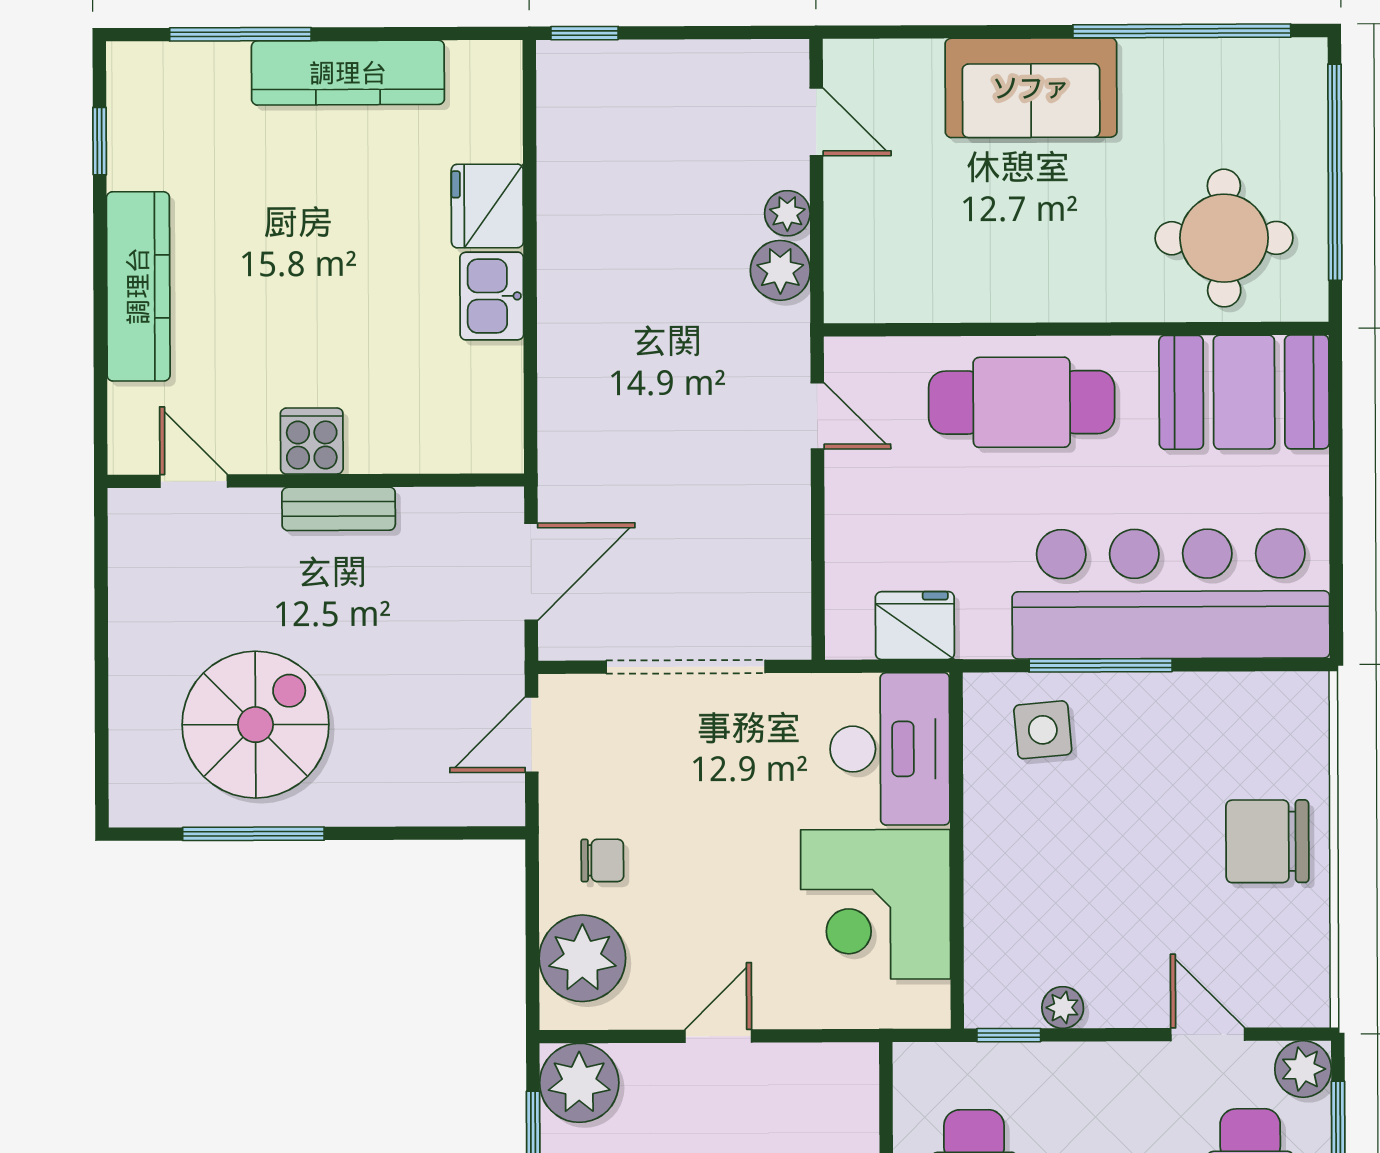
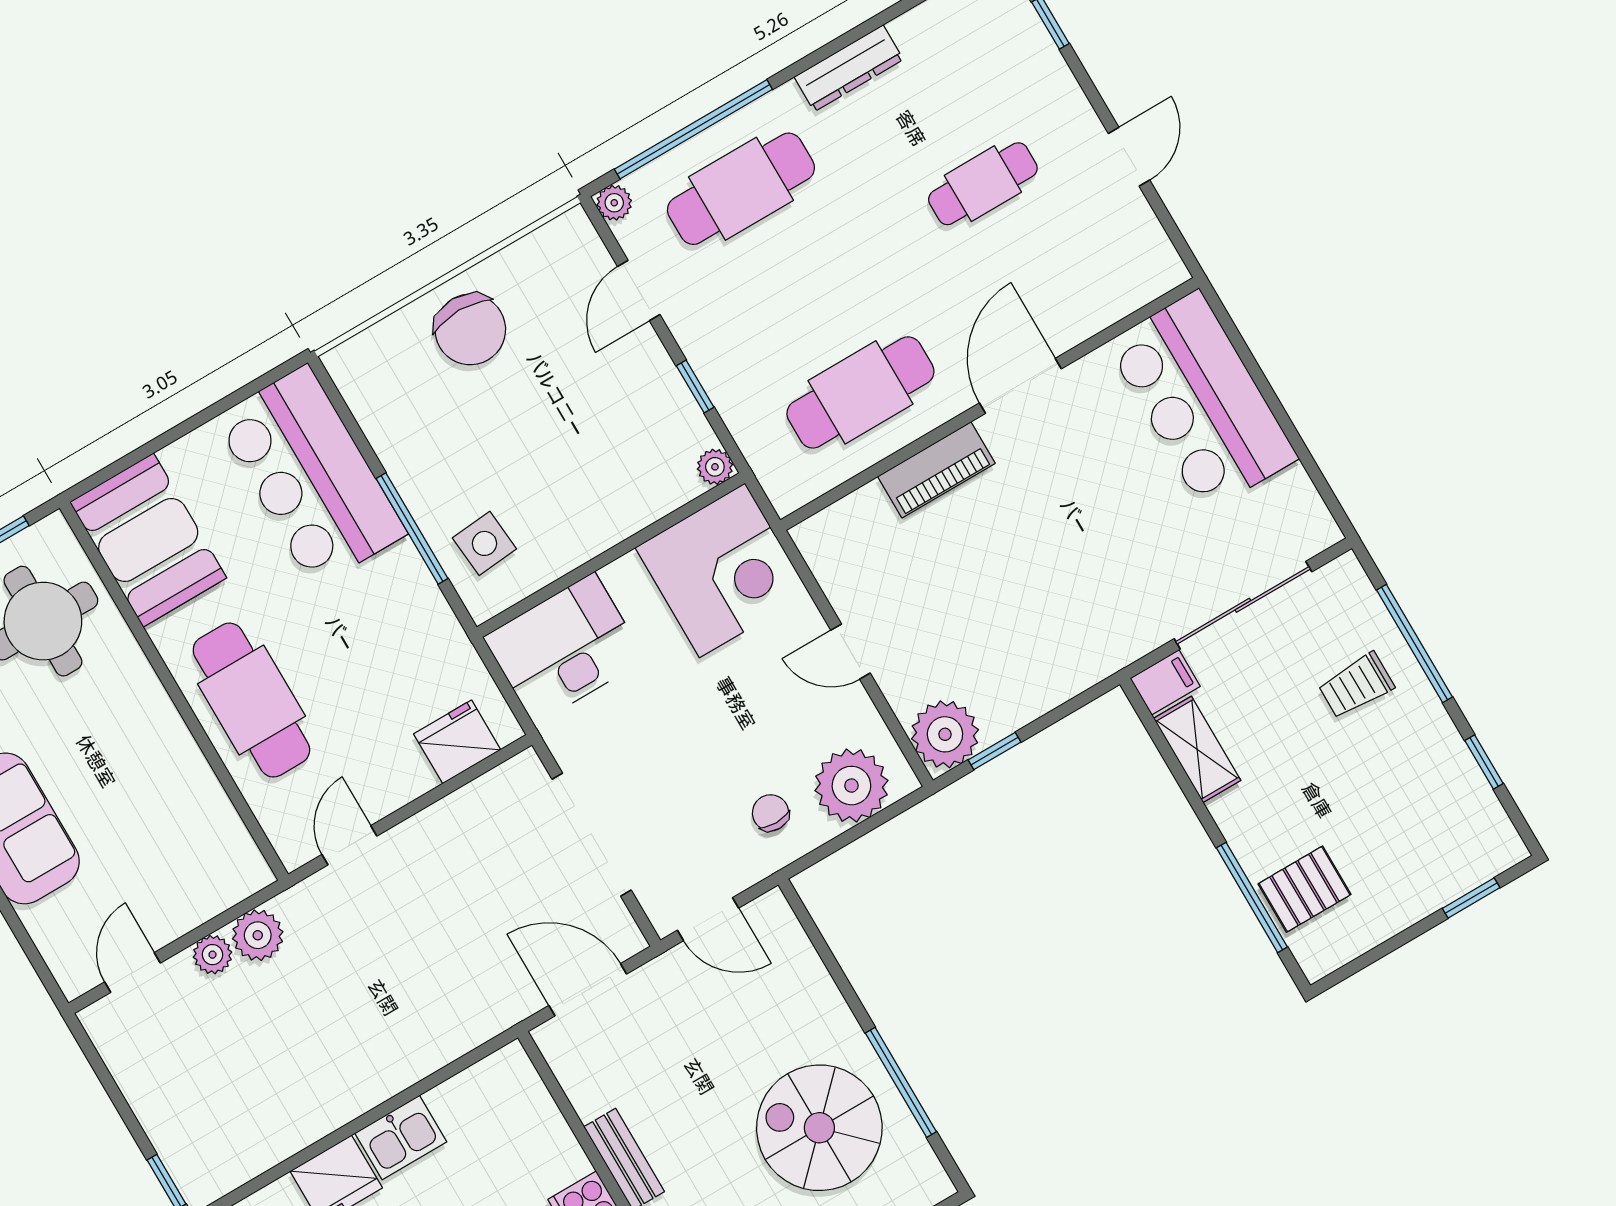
bar counter: (1171, 594) -> (310, 476), width x0.73
fridge: (915, 626) -> (457, 742), moved, turned 90
corner desk: (876, 904) -> (722, 570), moved
plant: (1063, 1007) -> (715, 467), moved
window: (1009, 1035) -> (695, 387), moved
plant: (1303, 1069) -> (614, 203), width x0.73, depth x0.73

